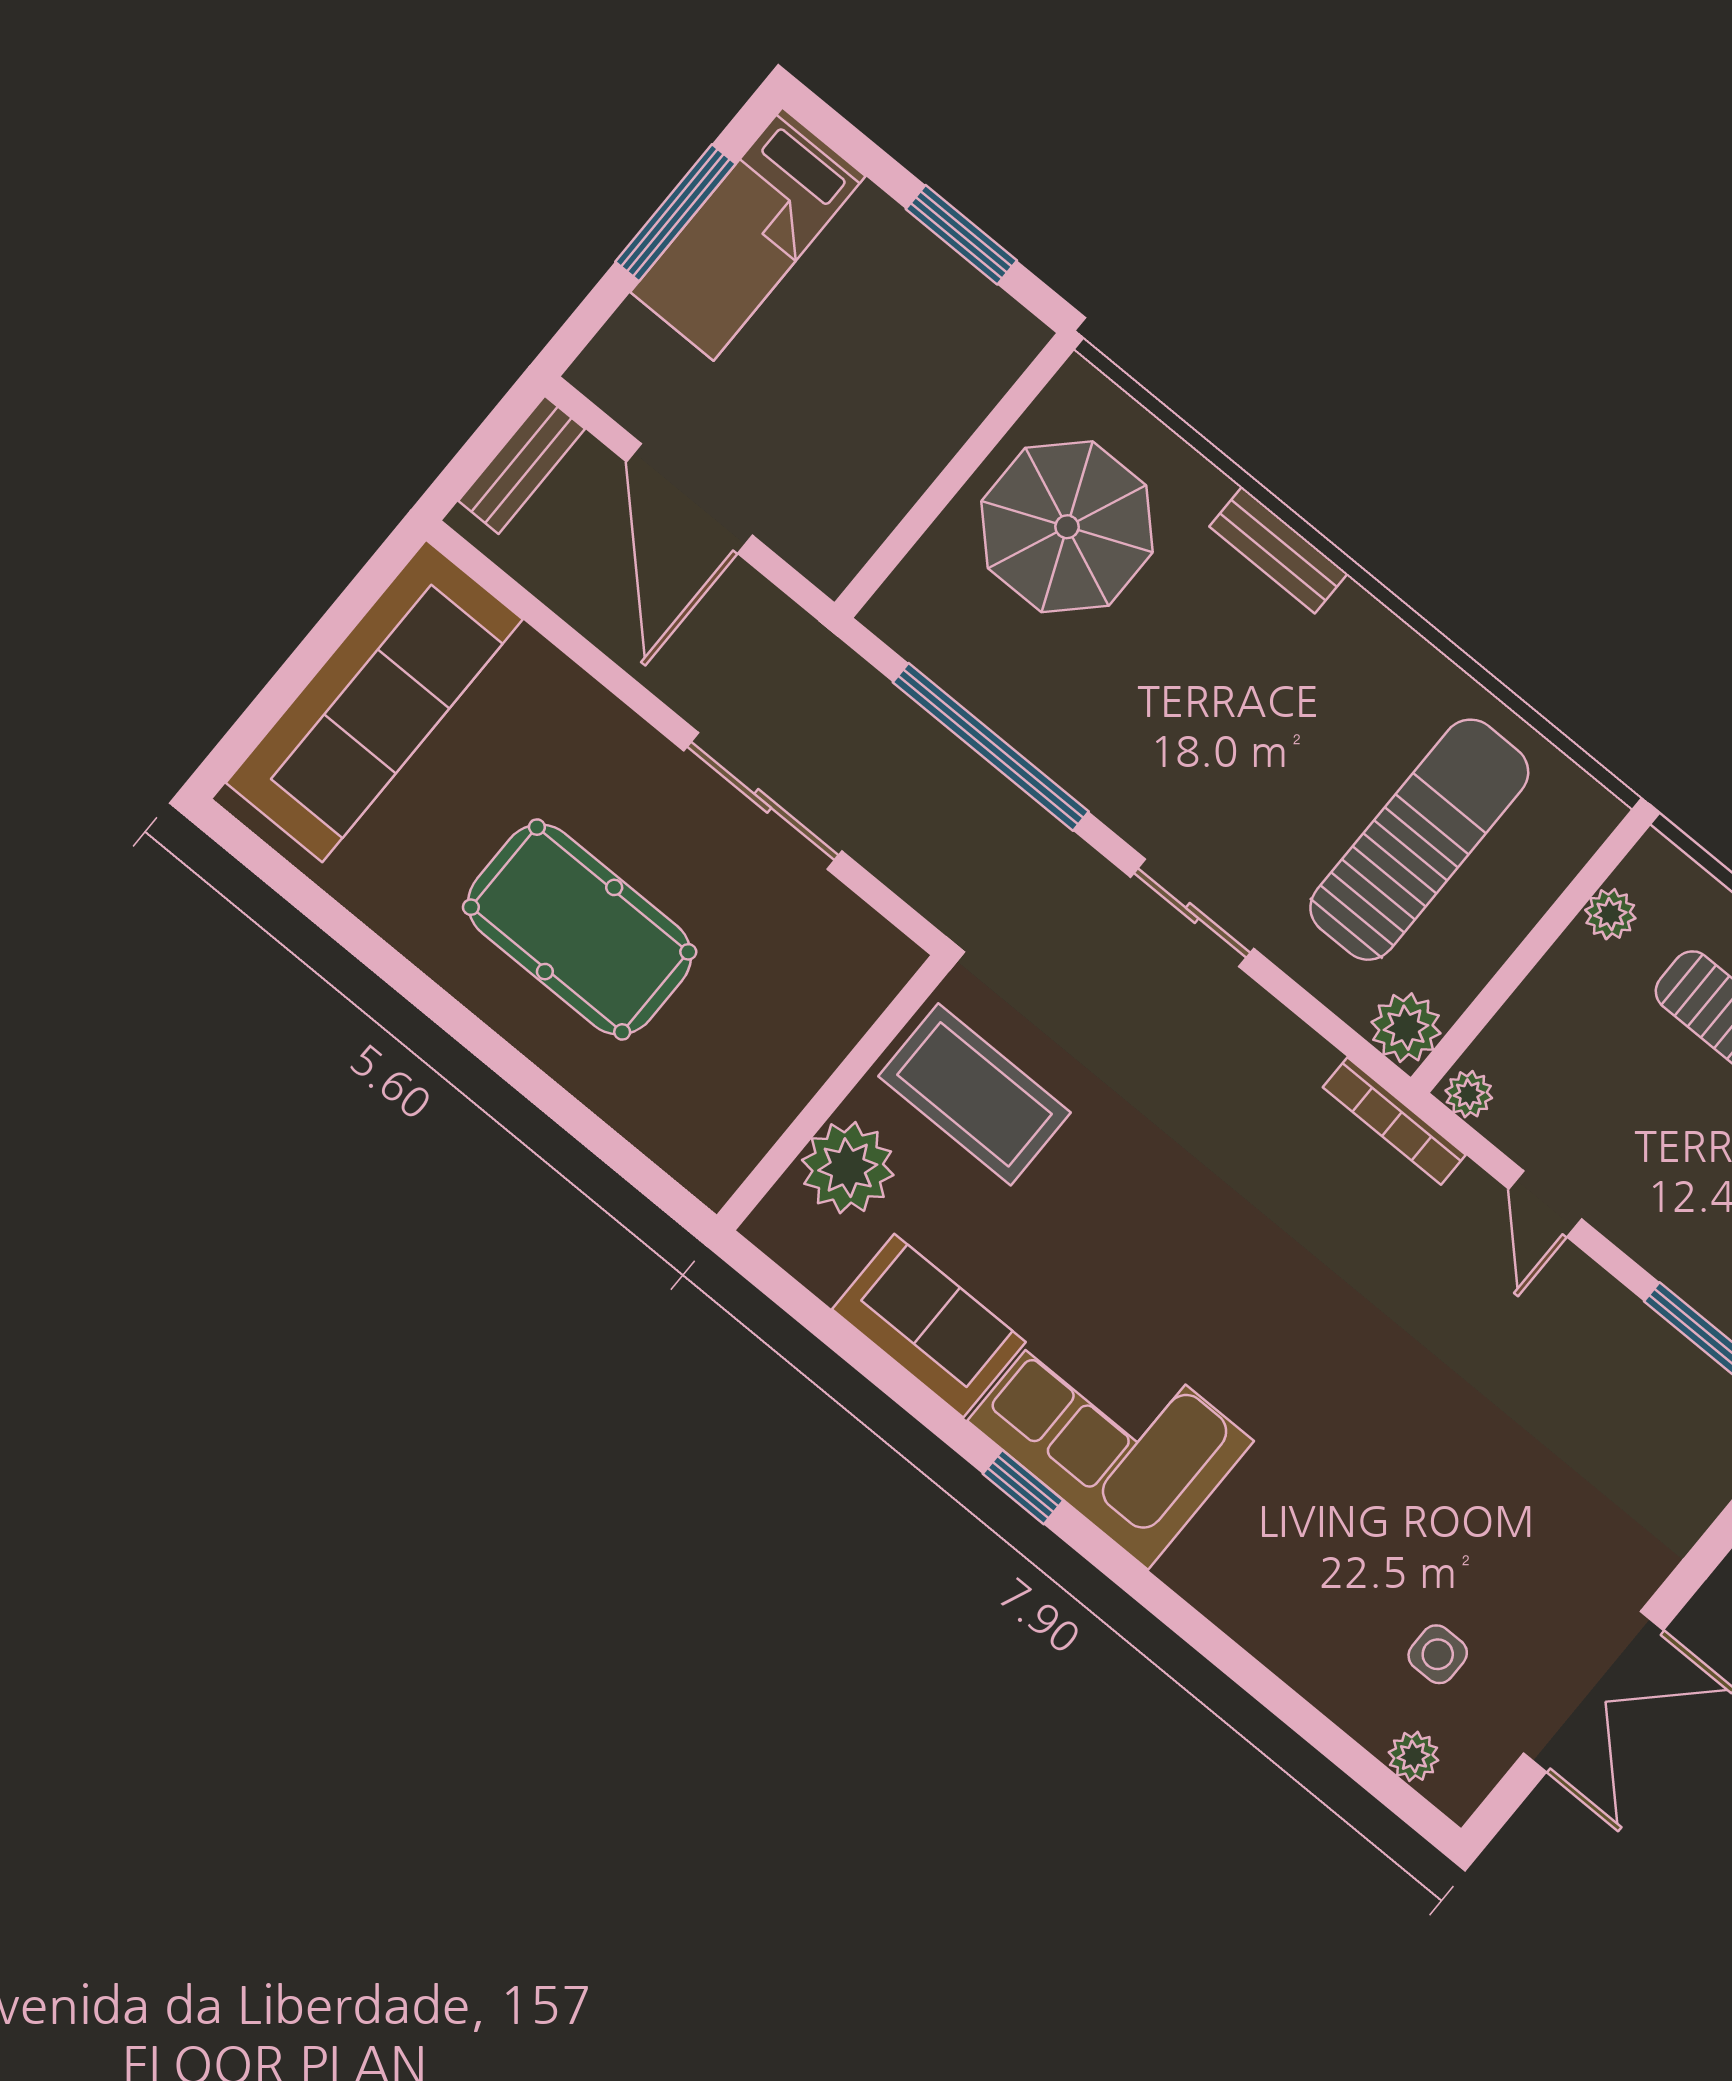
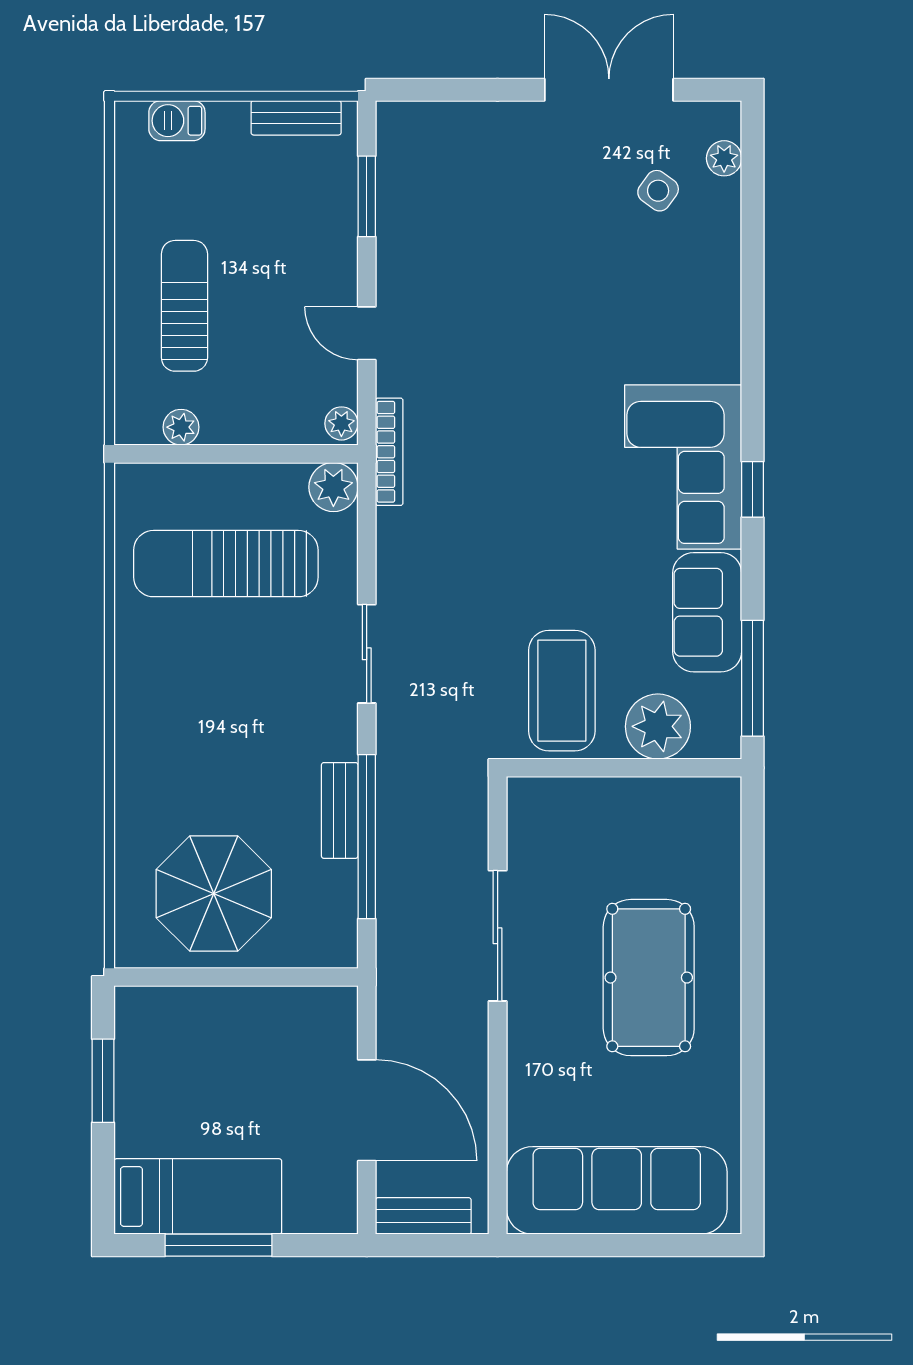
door: (689, 498) -> (367, 1110), hinge flipped
bench: (1278, 550) -> (340, 810), moved
door: (1545, 1204) -> (367, 333), swing flipped
window: (815, 1316) -> (753, 678), added
side table: (1438, 1654) -> (658, 191), turned 36

